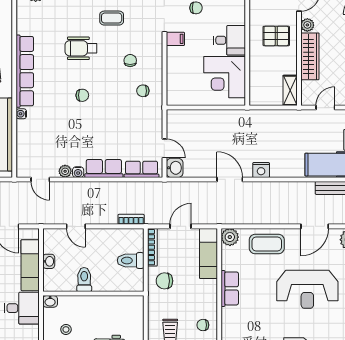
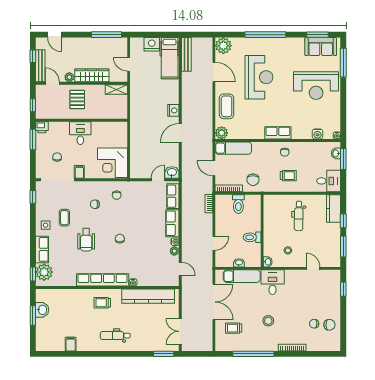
corner desk: (225, 77) -> (112, 163), moved, turned 90
door: (40, 179) -> (180, 269), hinge flipped
row of seats: (230, 288) -> (278, 133), moved

